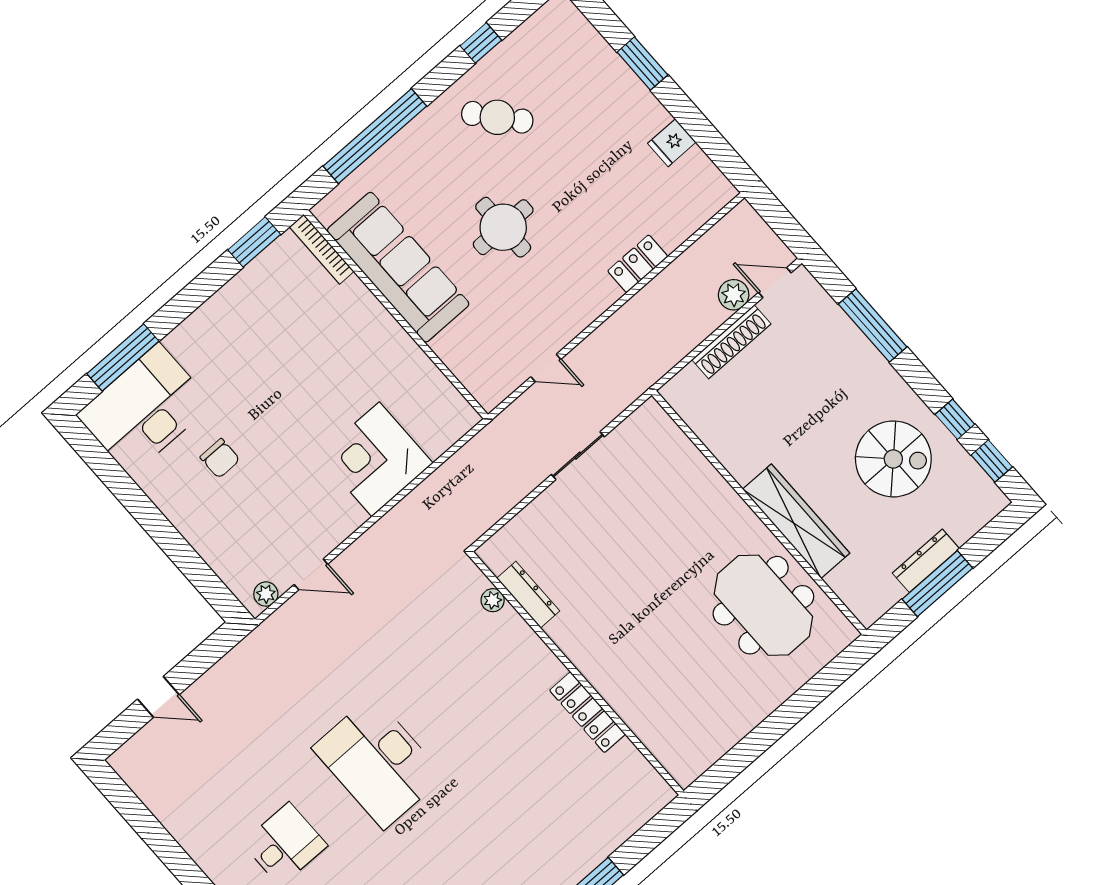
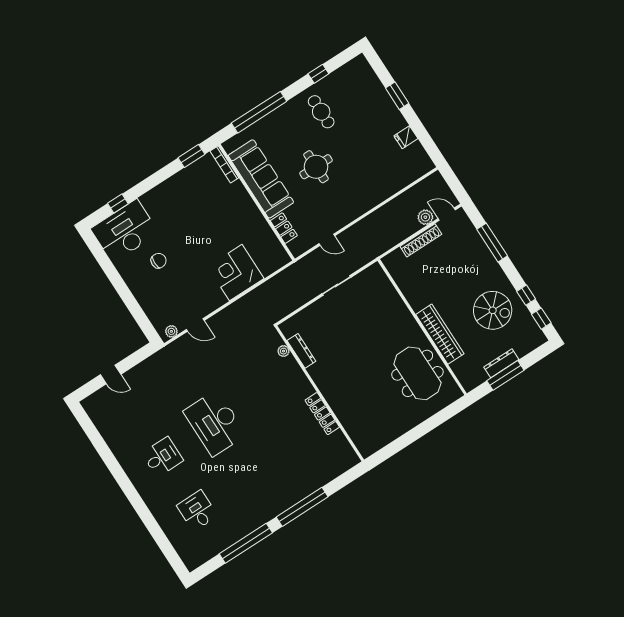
cafe table: (497, 117) -> (321, 112), turned 40
locker: (638, 264) -> (284, 228), moved, turned 90
window: (123, 357) -> (118, 204), width x0.46
chair: (220, 458) -> (159, 261), turned -90

